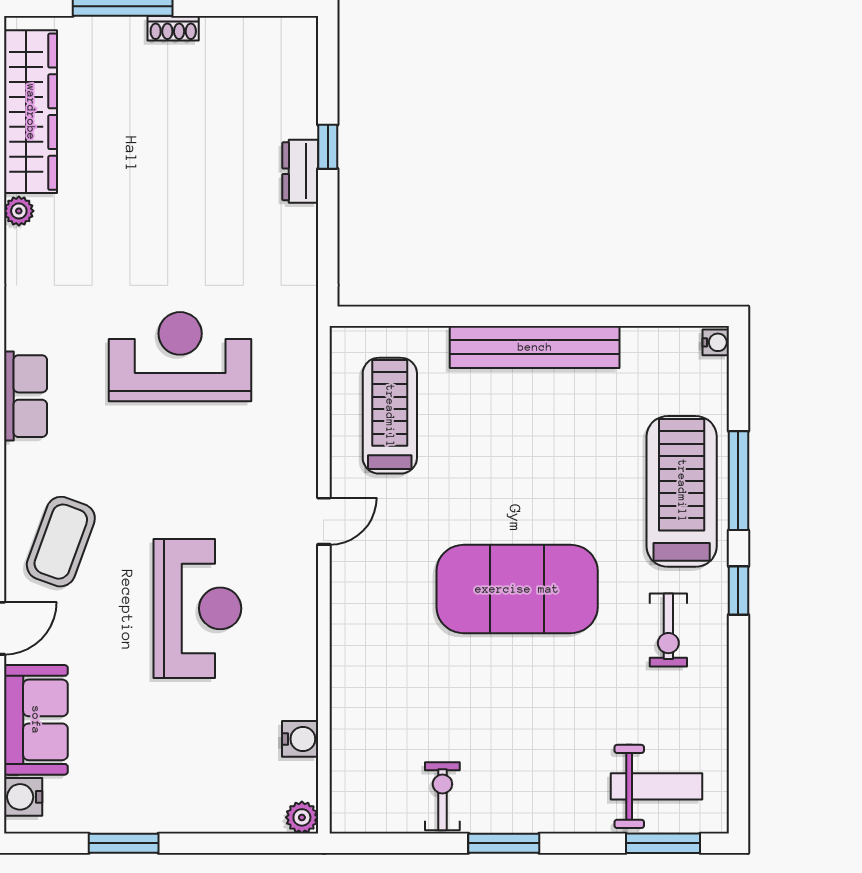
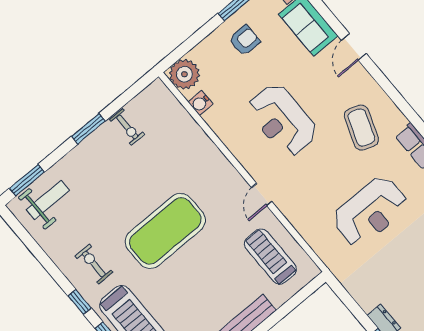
treadmill: (390, 416) -> (270, 257), turned 180
coffee table: (61, 542) -> (361, 128), moved
armchair: (153, 778) -> (244, 40), added
weight bench: (657, 786) -> (48, 200), turned 180
plant: (302, 817) -> (184, 74), width x1.88, depth x1.88

